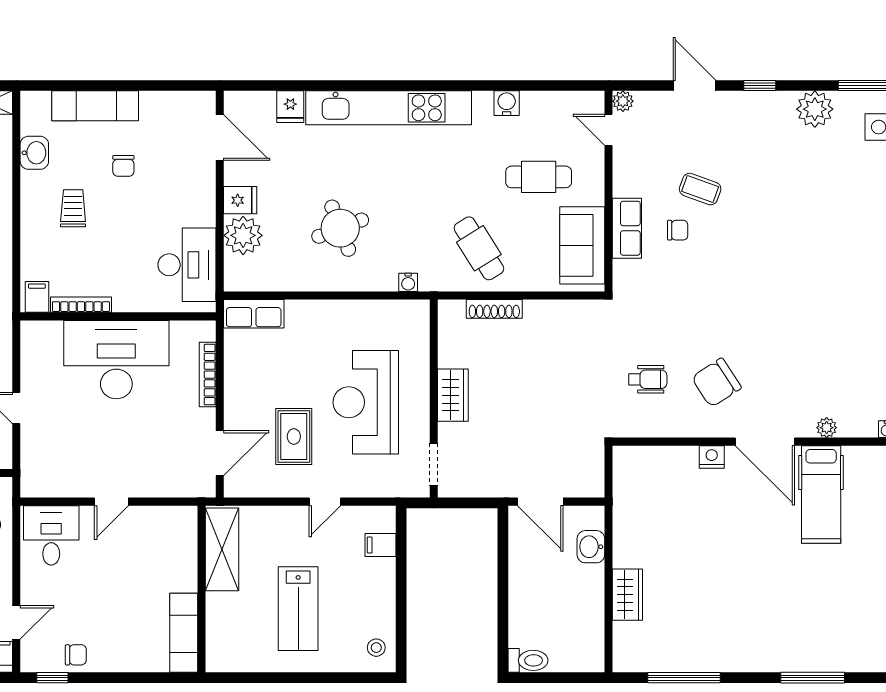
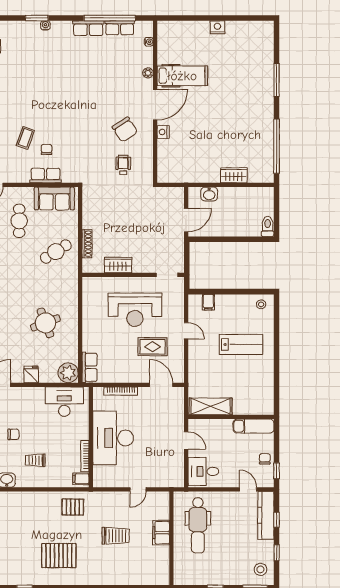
plant: (243, 235) -> (68, 373), moved
water cooler: (408, 282) -> (73, 288), removed
wardrobe: (453, 395) -> (118, 265), moved
shelving: (222, 549) -> (211, 406), moved
wall: (202, 589) -> (231, 417), moved
exam couch: (184, 633) -> (253, 426), moved
window: (684, 678) -> (277, 146), width x1.46

